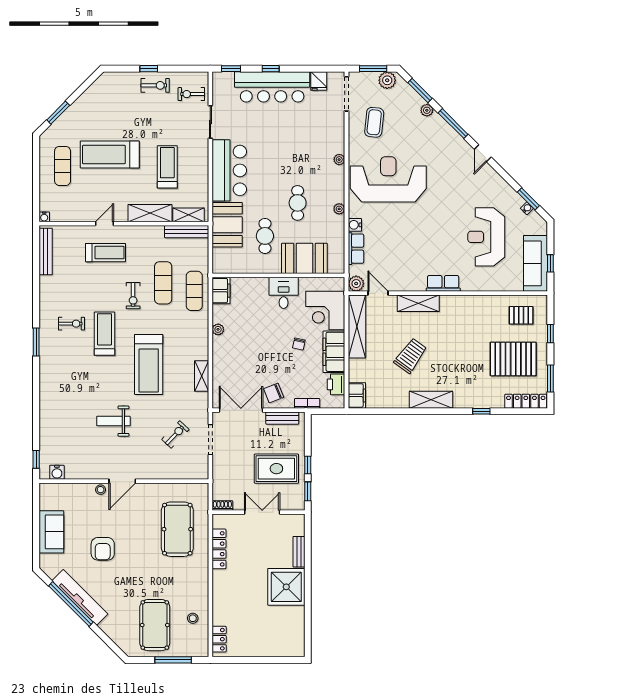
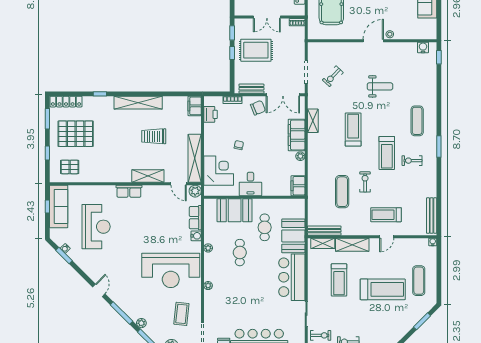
exercise mat: (194, 291) -> (417, 121), moved
filing cabinet: (334, 352) -> (297, 135), moved, turned 180
trolley: (410, 356) -> (154, 136), turned 54
treadmill: (149, 364) -> (353, 130), width x0.73, depth x0.73
shelving: (431, 400) -> (138, 103), width x1.47

